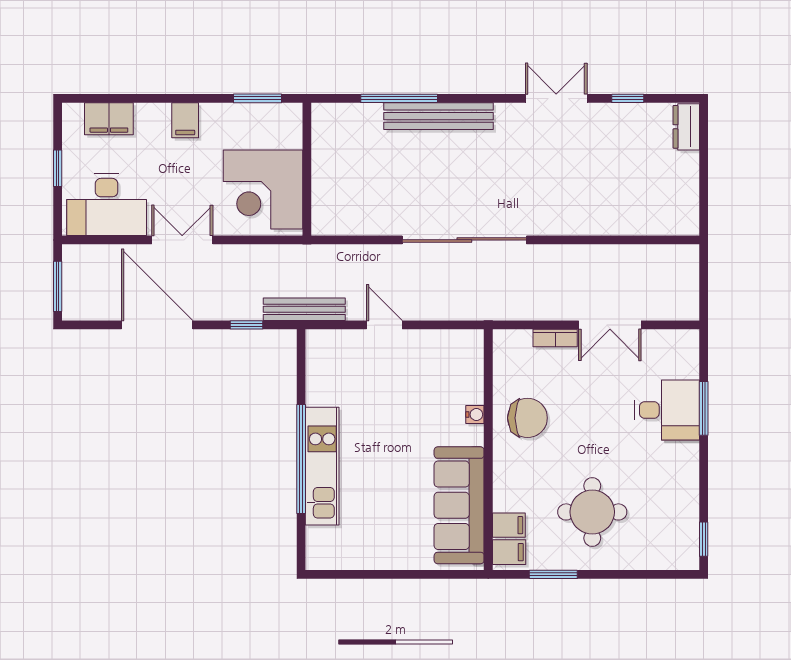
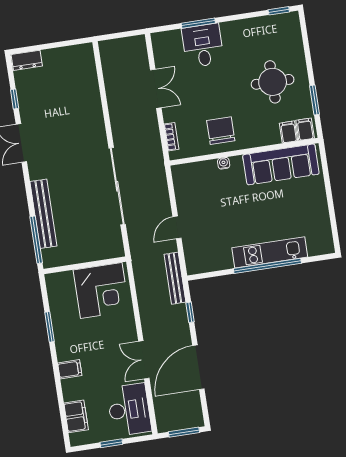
wall: (307, 169) -> (85, 265), moved
corner desk: (263, 189) -> (101, 290), moved
bookcase: (555, 338) -> (171, 137), moved

